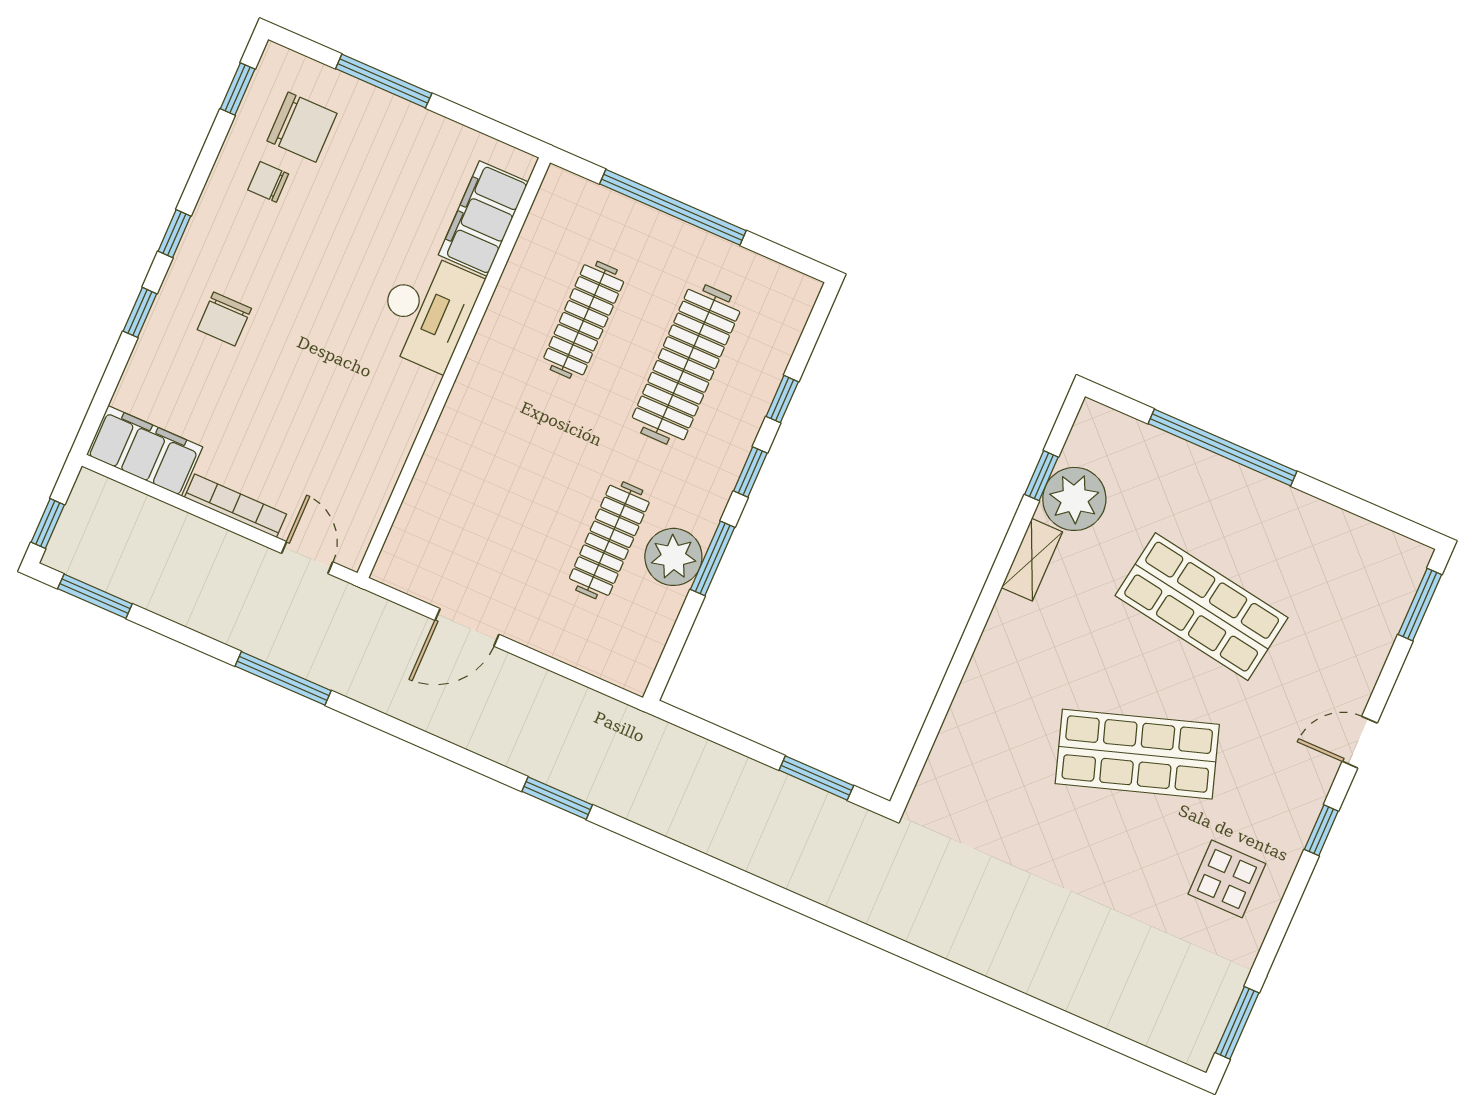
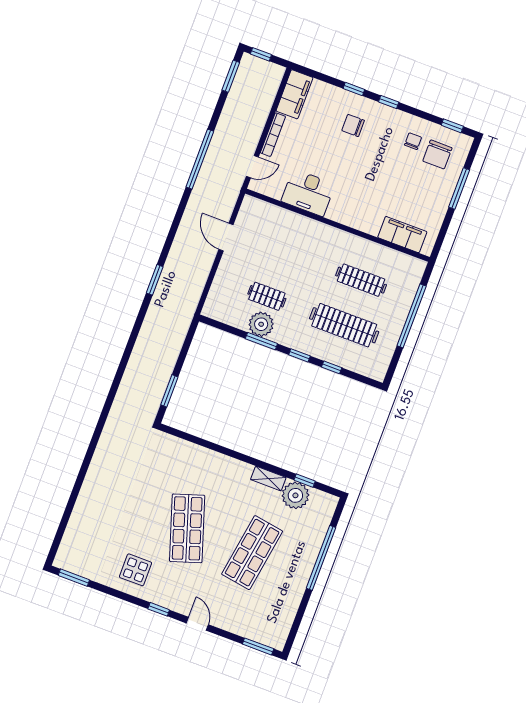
desk: (427, 311) -> (308, 193), moved
clothes rail: (609, 540) -> (267, 296), width x0.73
window: (283, 678) -> (200, 159), width x1.46

